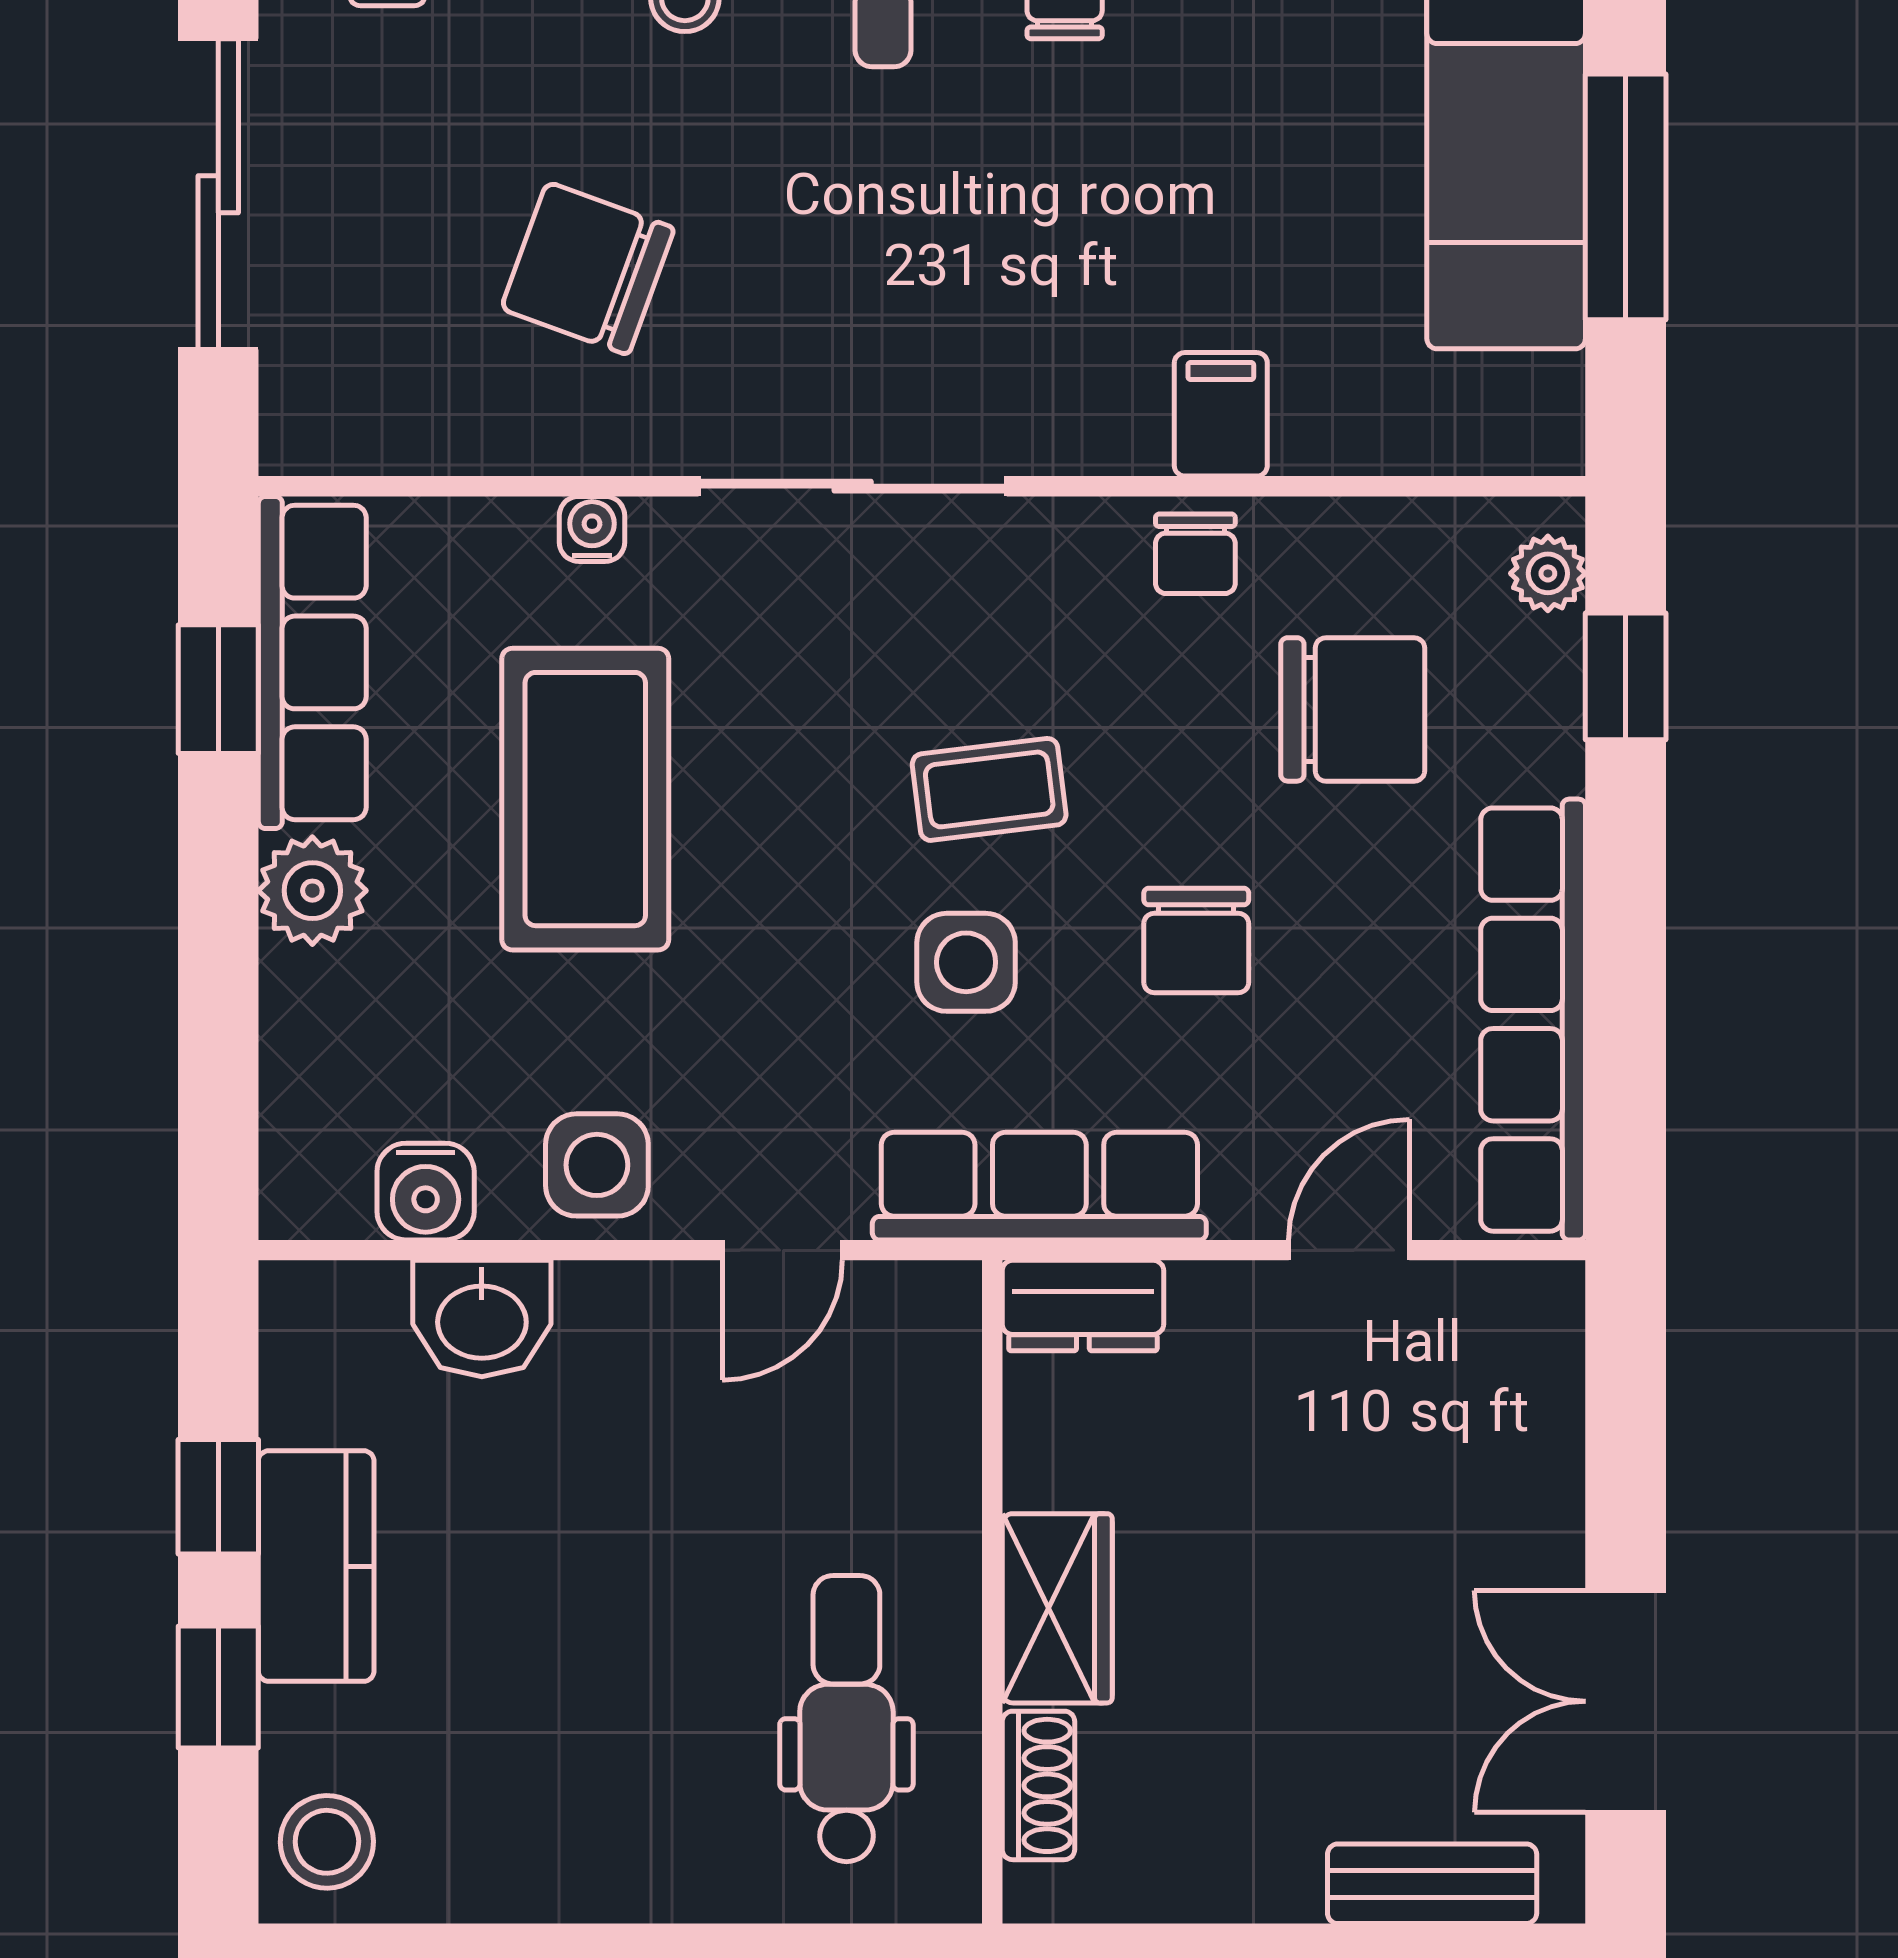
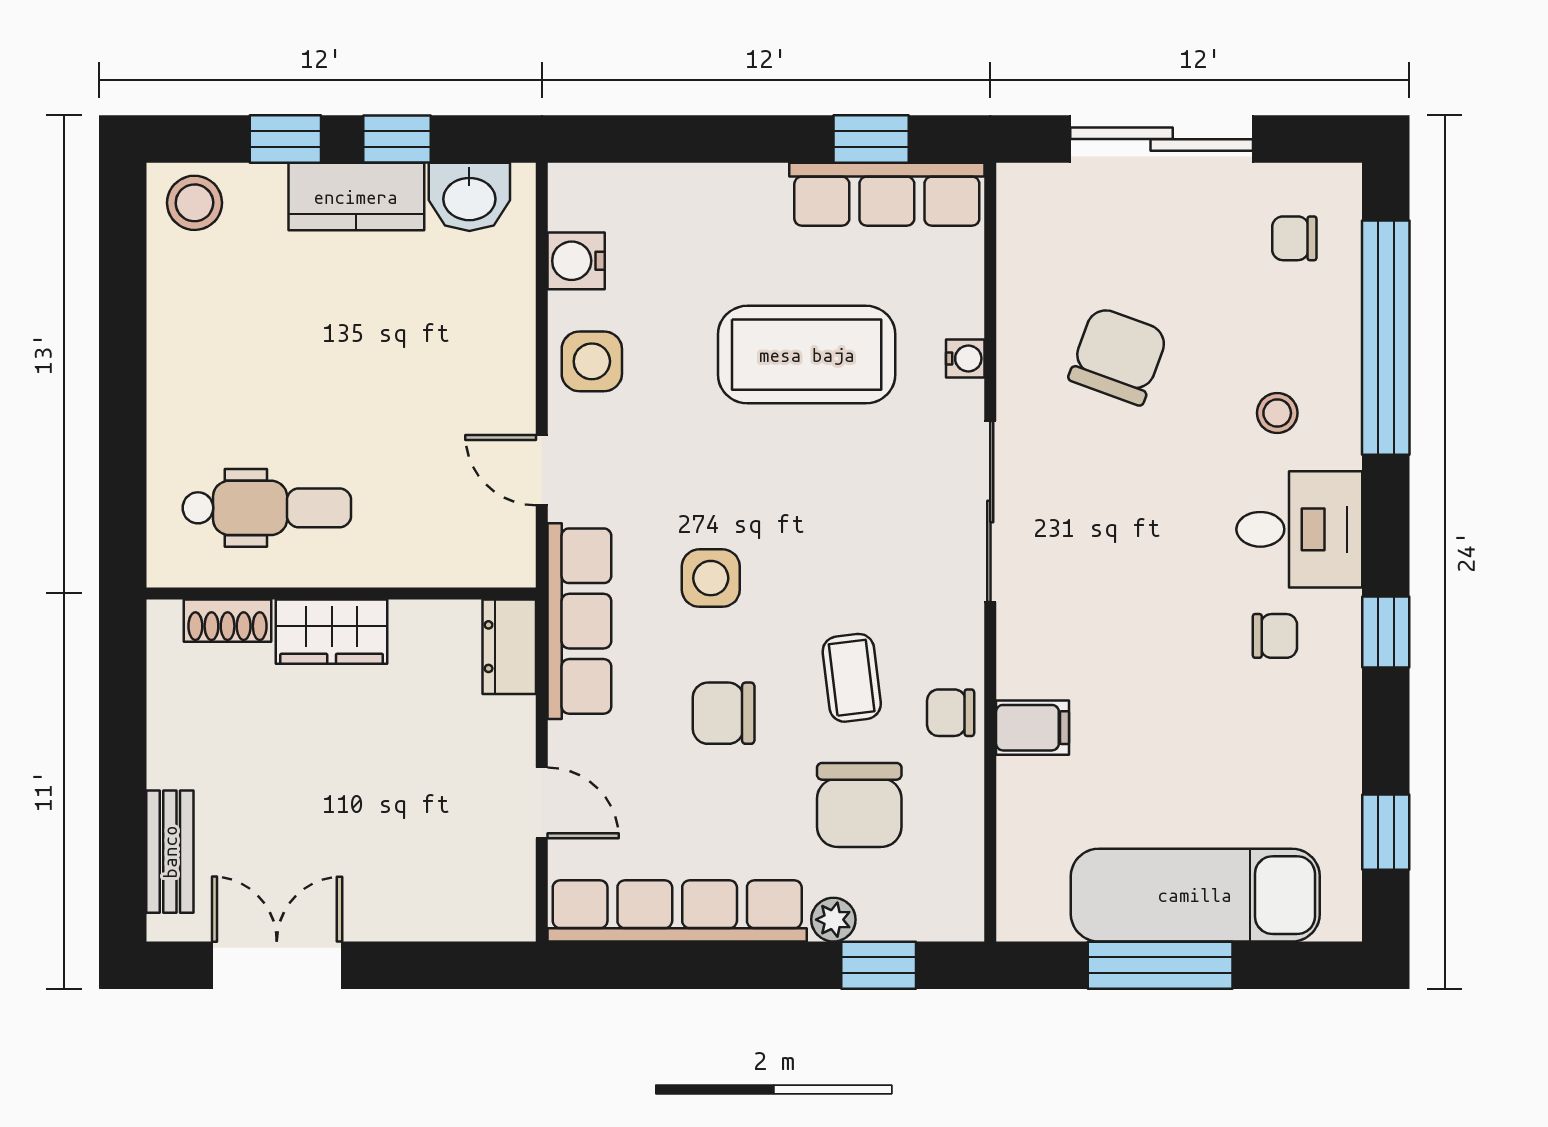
plant: (1548, 573) -> (833, 920), moved
coffee table: (989, 789) -> (852, 678), moved
plant: (312, 891) -> (753, 194), removed
washbasin: (482, 1319) -> (469, 197), moved, turned -90

